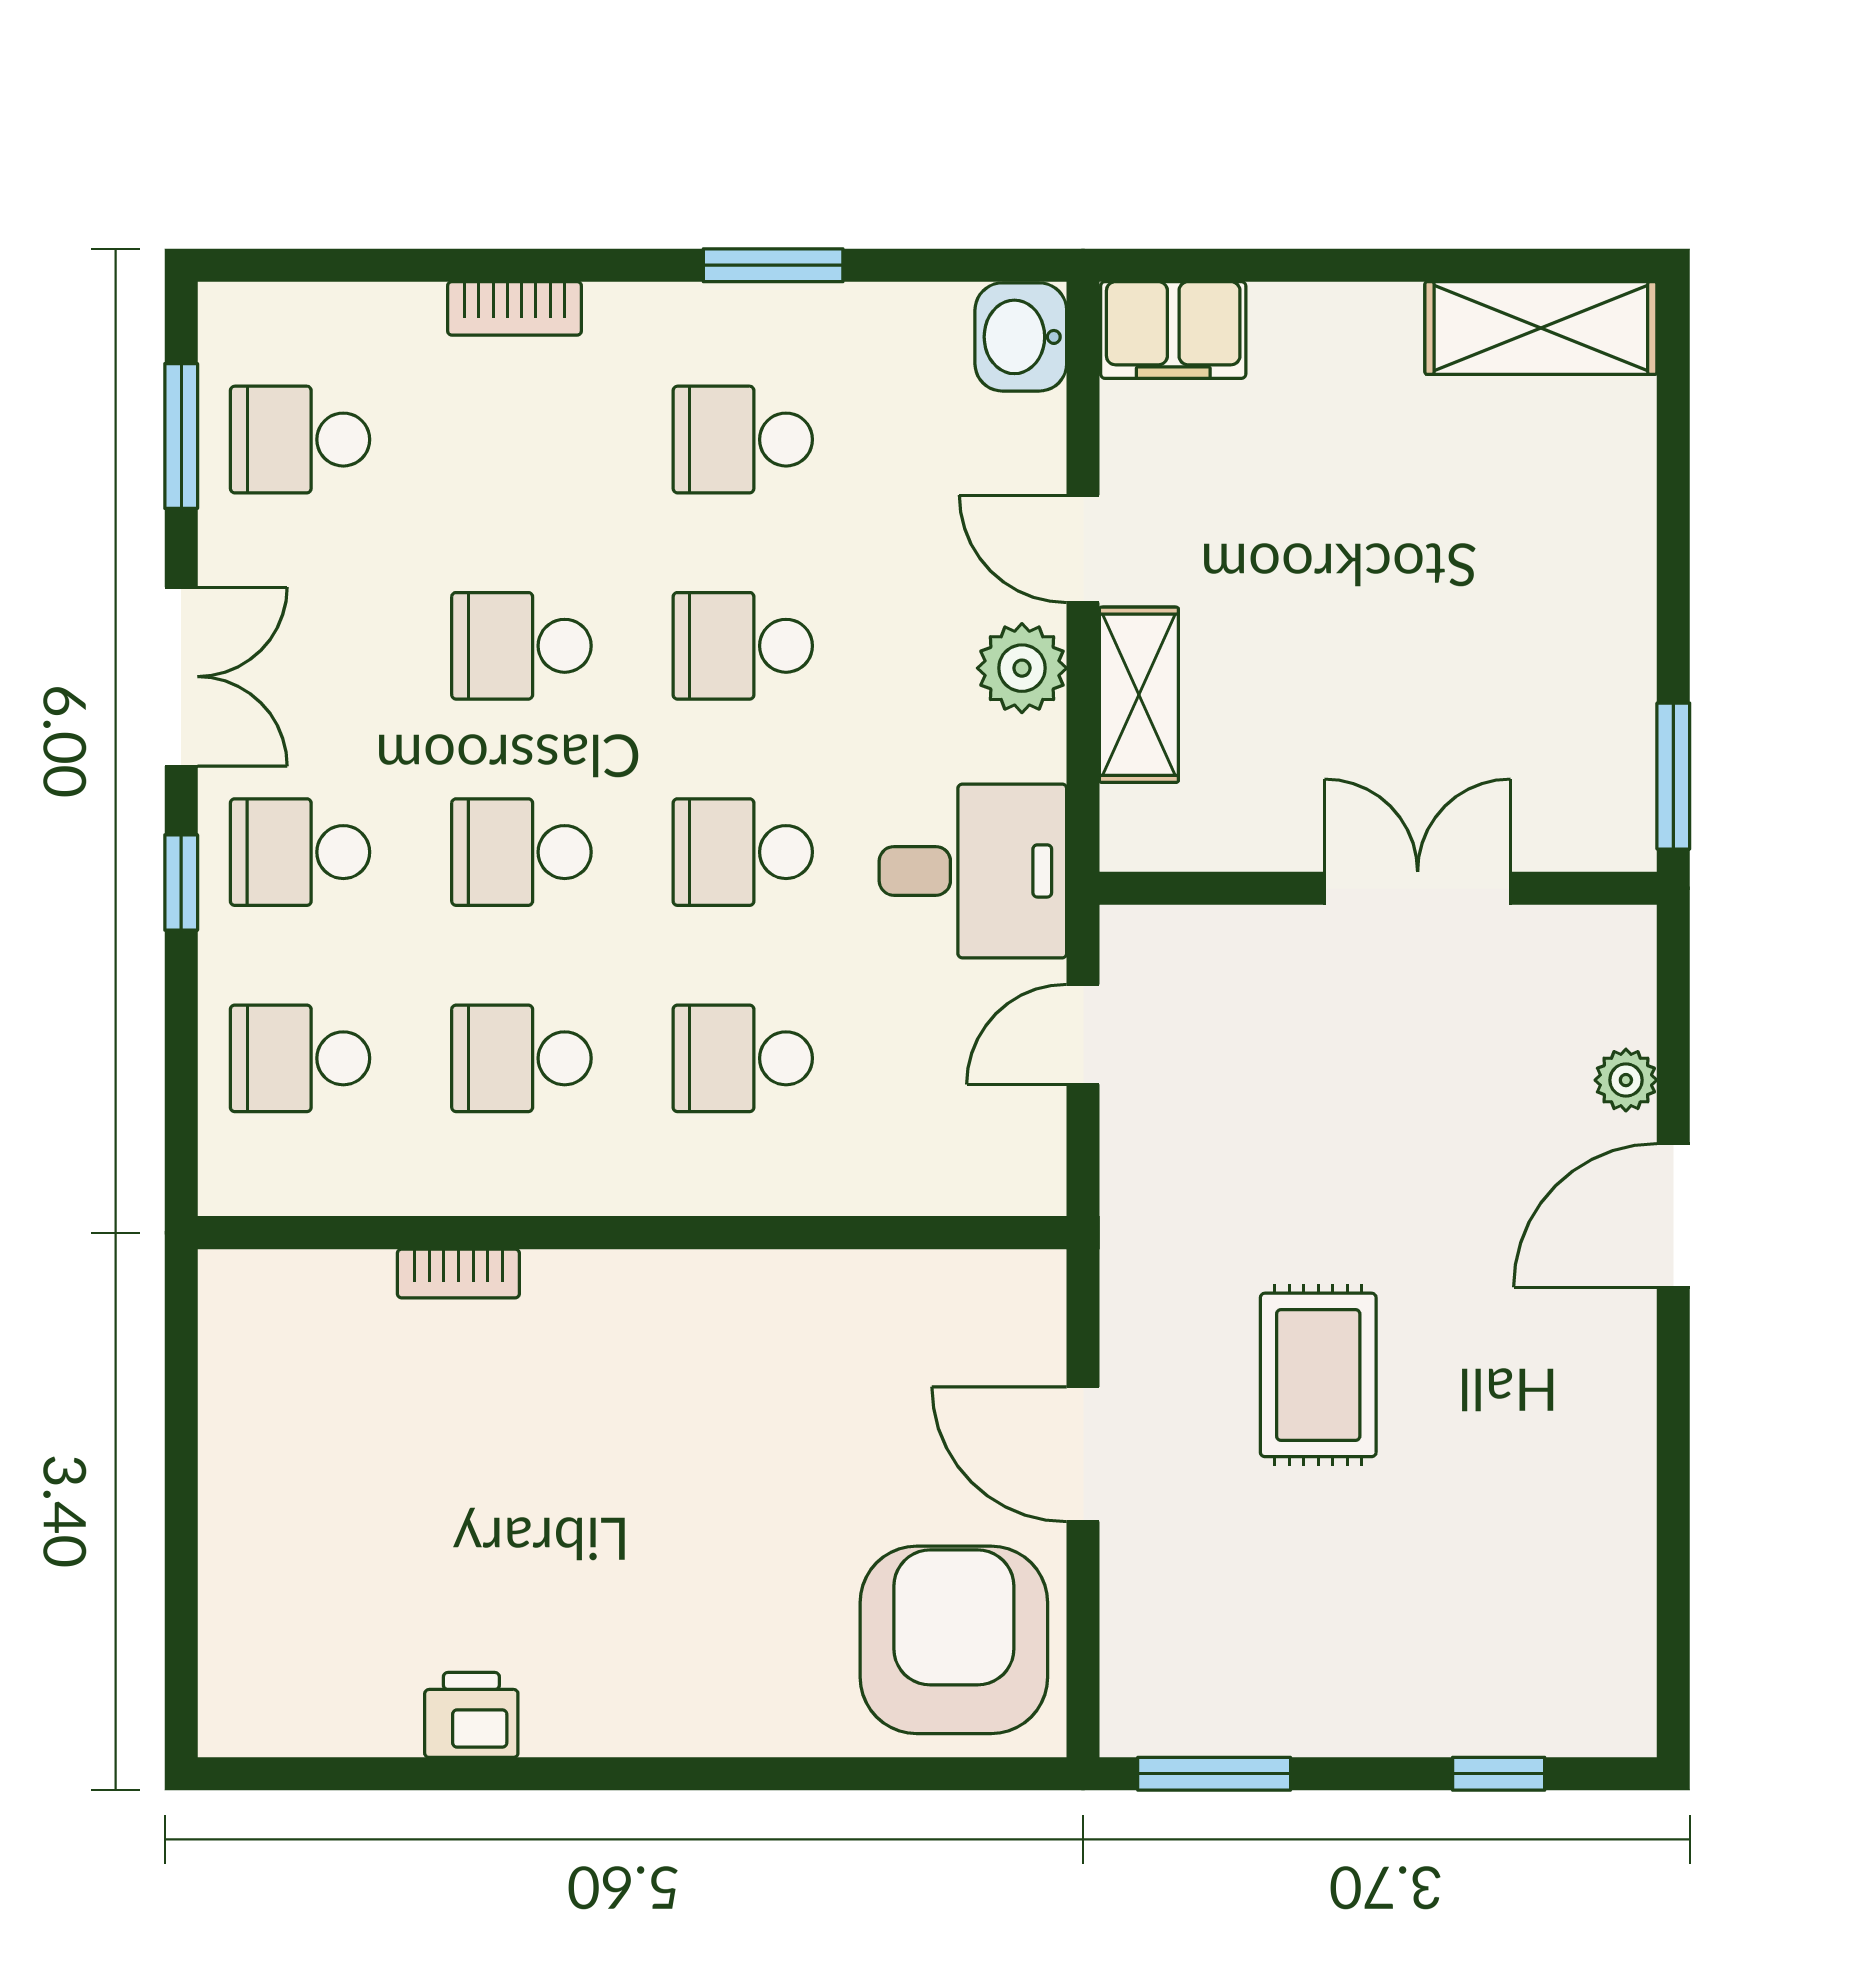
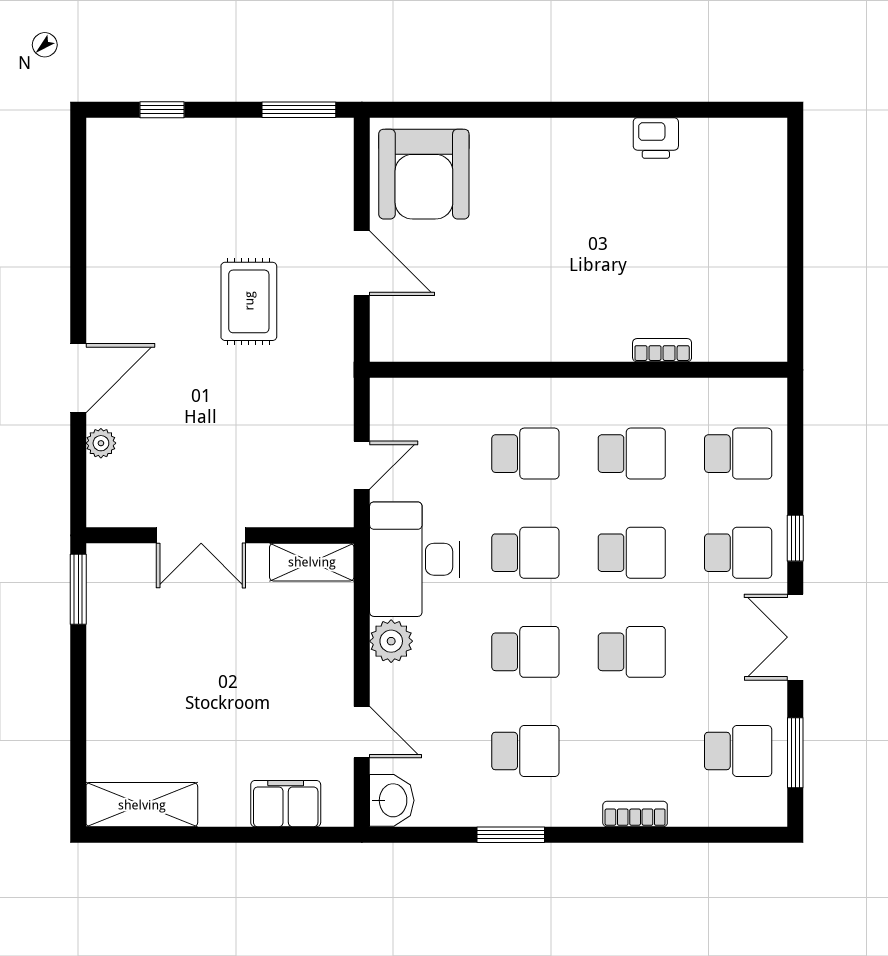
filing cabinet: (1173, 330) -> (286, 804), moved
door: (1083, 549) -> (362, 732), moved
shelving: (1139, 695) -> (312, 562), moved, turned 90
desk: (973, 871) -> (415, 559), width x1.37

